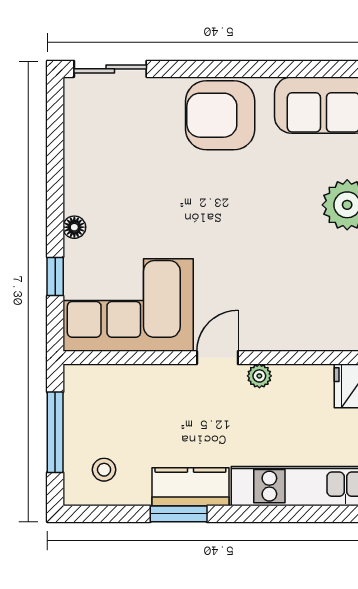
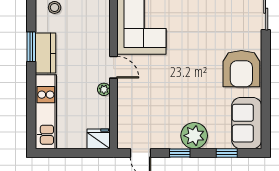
armchair: (220, 115) -> (241, 69), turned 180

